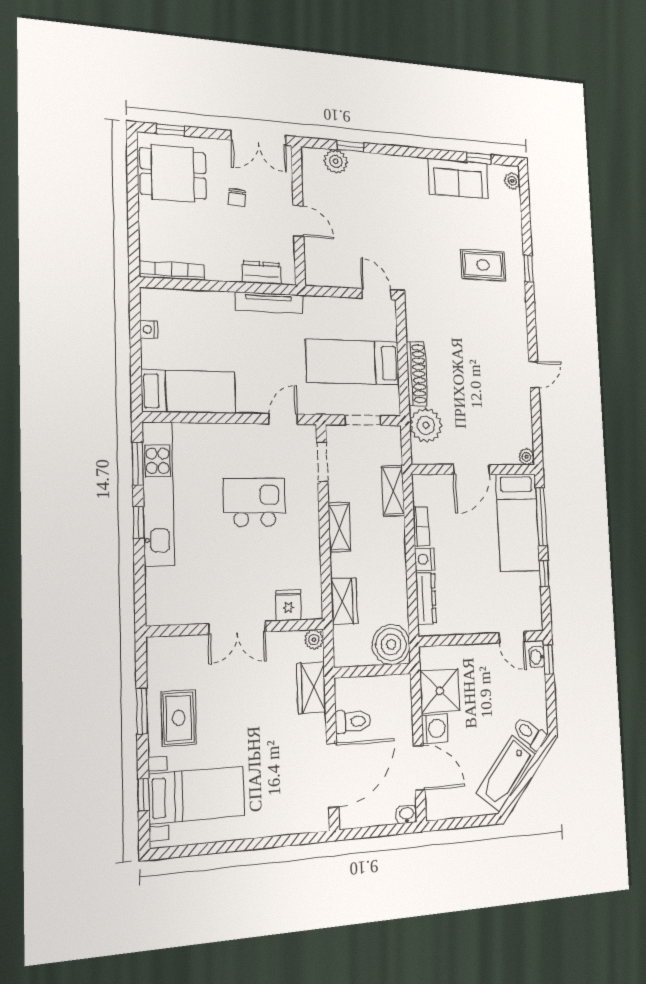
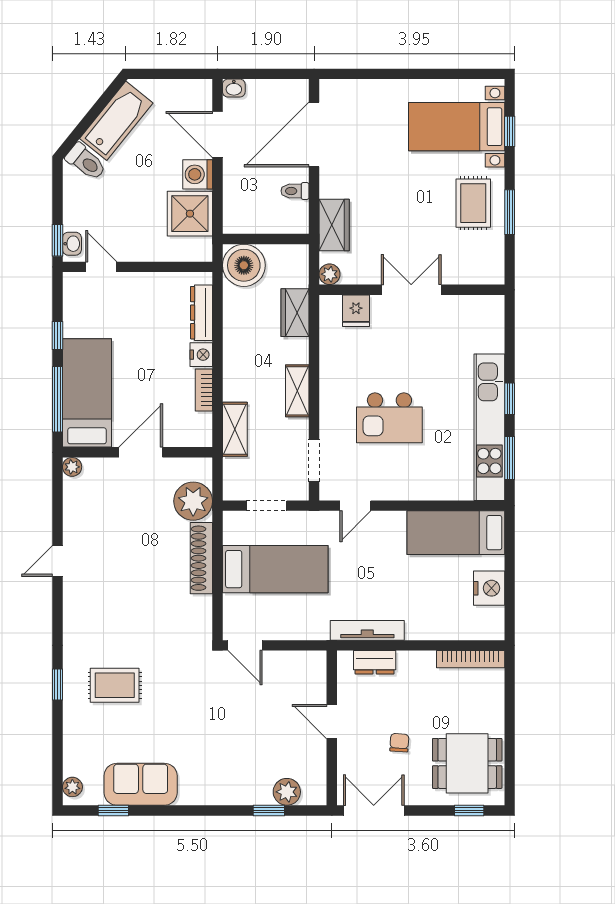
nightstand: (149, 329) -> (489, 588), width x1.89, depth x1.79
toilet: (353, 721) -> (295, 191), width x0.73, depth x0.72

